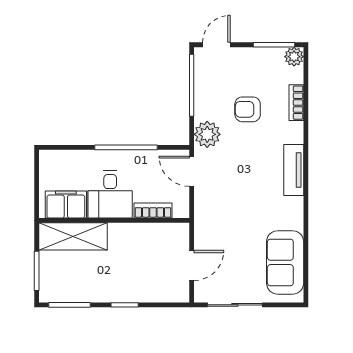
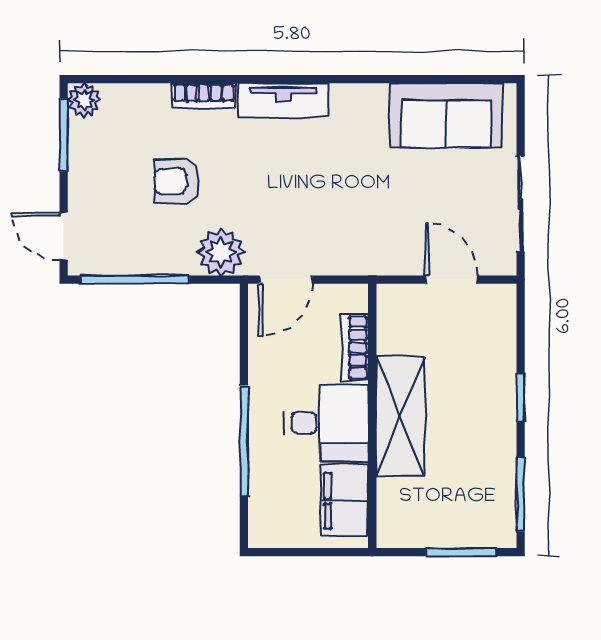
bookcase: (296, 103) -> (204, 96), moved
armchair: (248, 109) -> (177, 181), turned 90
window: (126, 147) -> (244, 441), moved
shelving: (73, 236) -> (400, 416), moved

